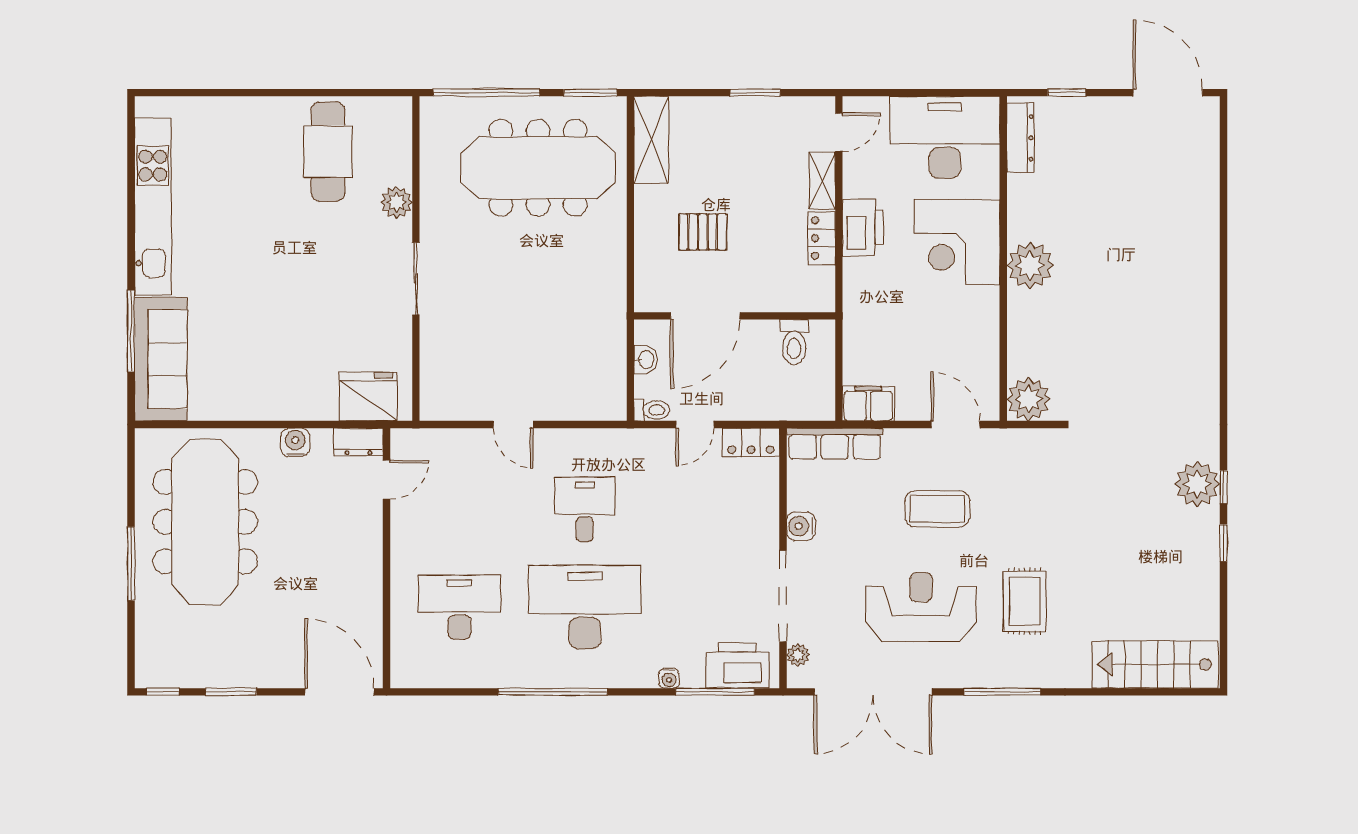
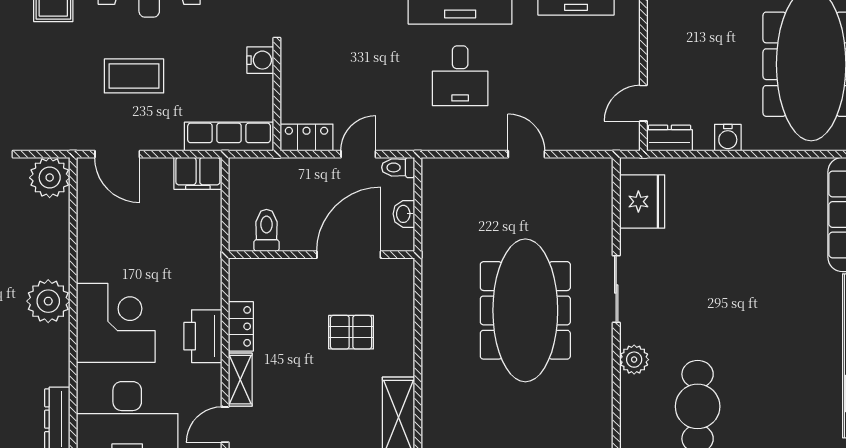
meeting table: (538, 168) -> (525, 310), moved, turned 90
fridge: (368, 397) -> (642, 202), moved, turned -90

